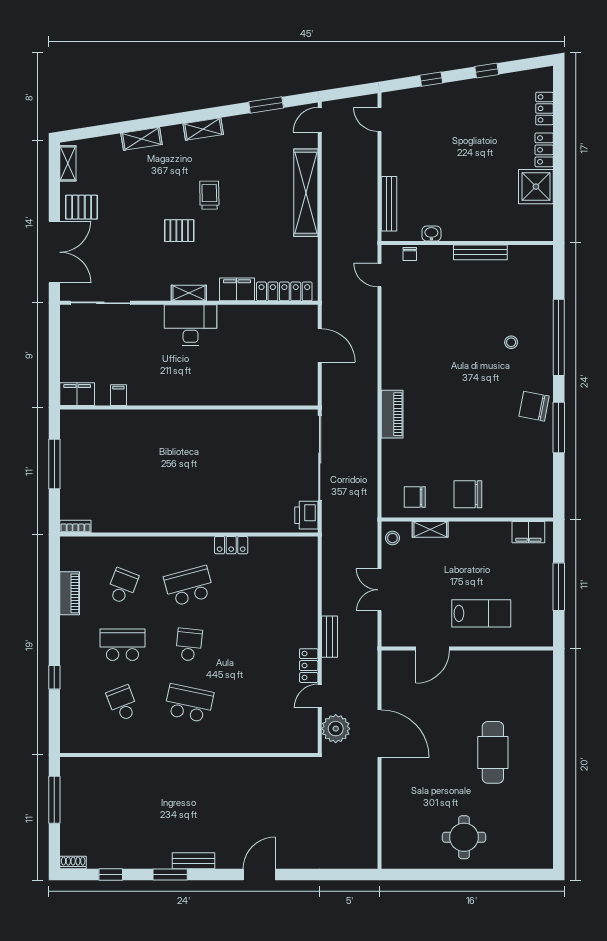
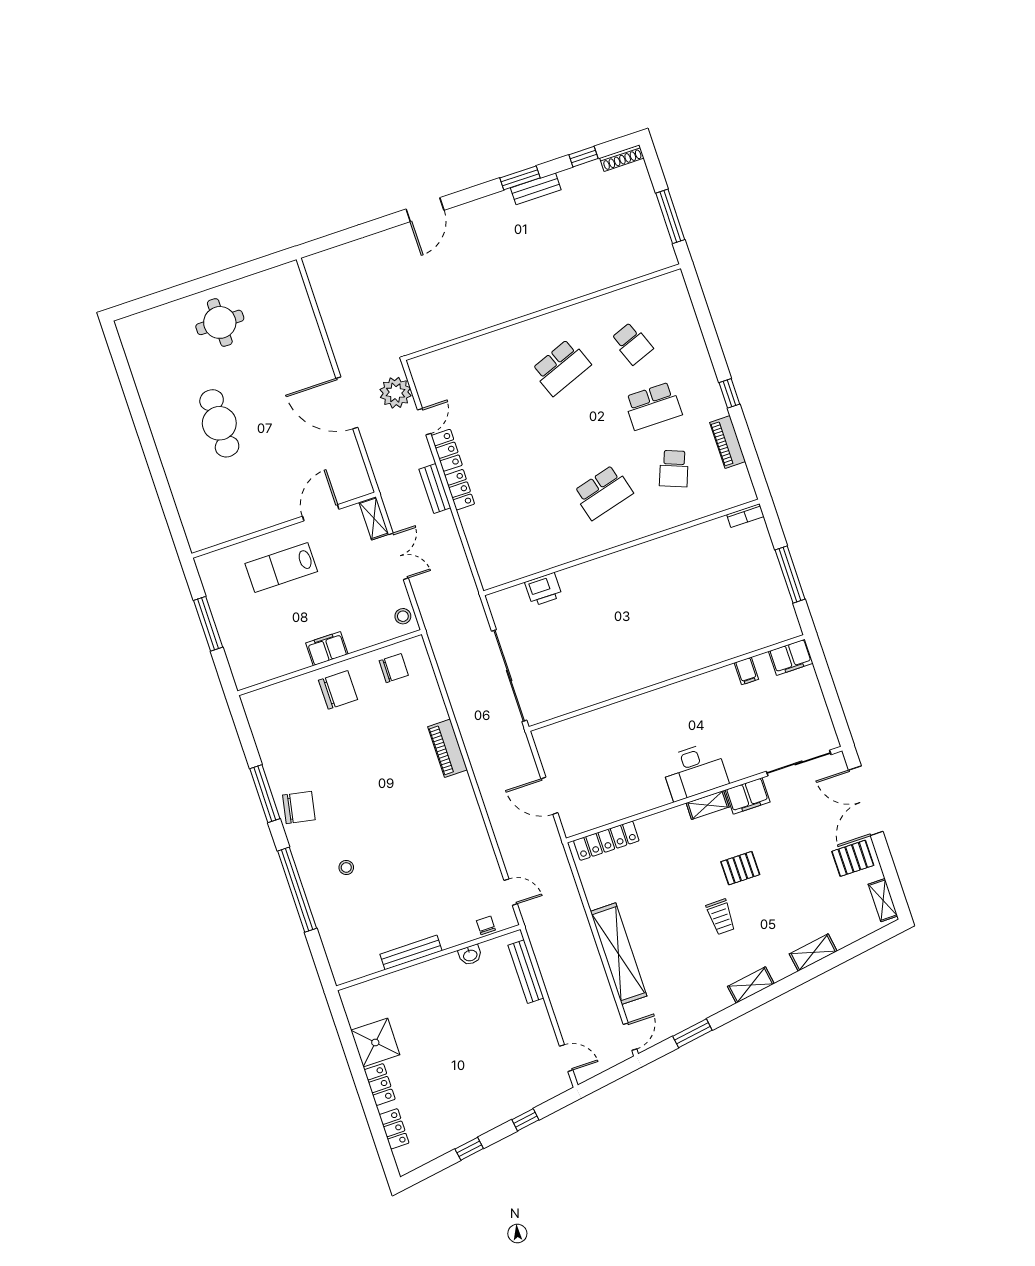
filing cabinet: (237, 289) -> (748, 796), moved
printer: (306, 515) -> (543, 589), moved, turned 90
shelving: (430, 529) -> (374, 518), moved, turned 90
filing cabinet: (528, 532) -> (327, 649), moved
locker: (231, 545) -> (460, 490), moved, turned 90
school desk: (189, 645) -> (582, 430), removed
window: (54, 677) -> (729, 393), moved
school desk: (189, 703) -> (561, 367), turned -33
bench: (193, 861) -> (536, 189), moved
shoe rack: (73, 863) -> (622, 158), width x1.43

